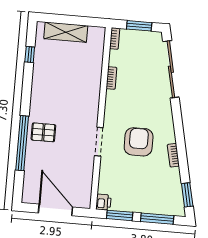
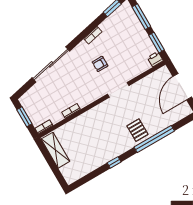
shelving: (66, 32) -> (56, 150), moved
window: (30, 55) -> (114, 162), moved
sliding door: (171, 69) -> (51, 64), moved
armchair: (139, 142) -> (100, 64), width x0.53, depth x0.53

